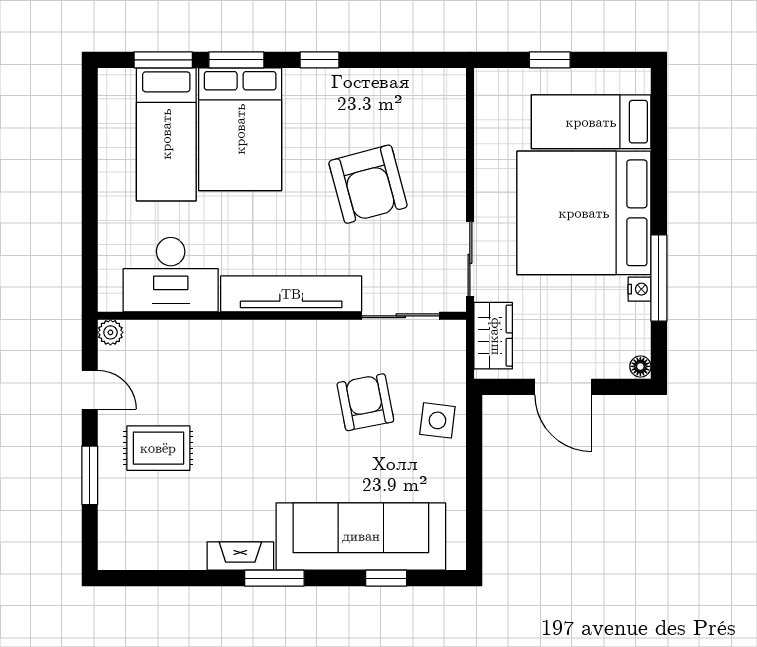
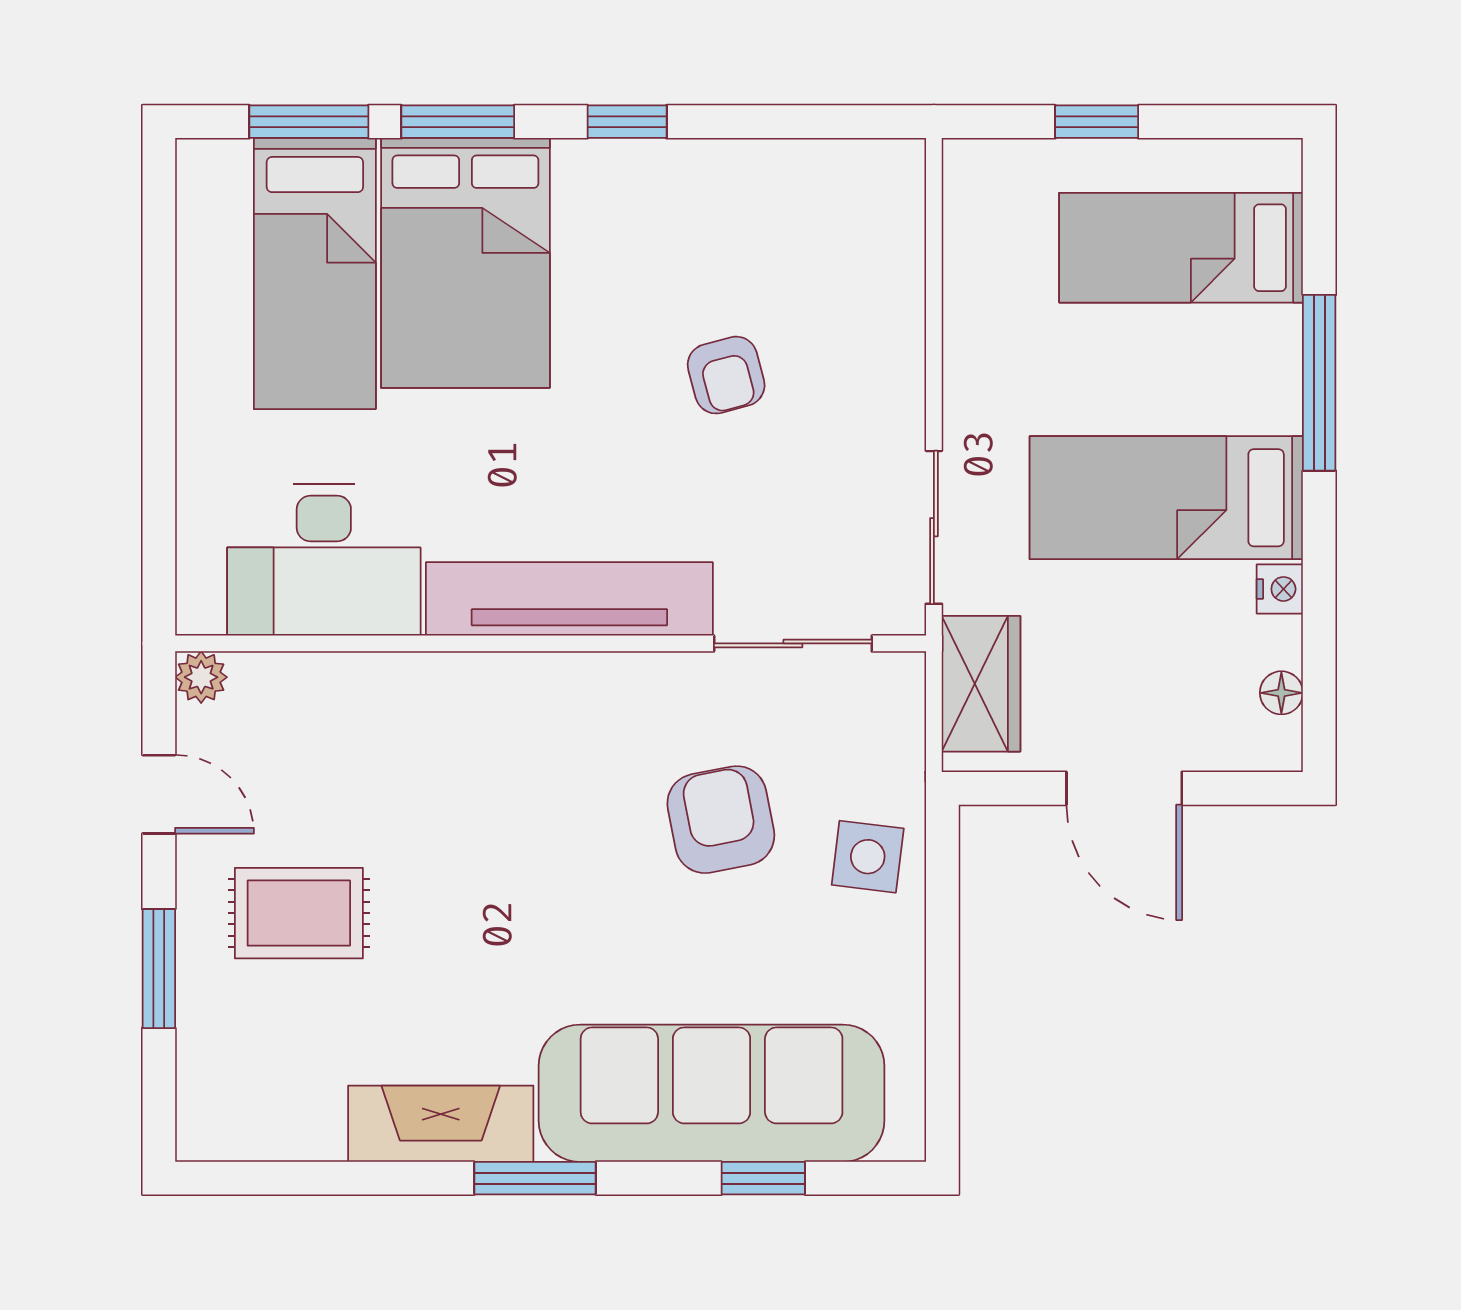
armchair: (368, 184) -> (726, 375), width x0.53, depth x0.53
bed: (584, 213) -> (1166, 498), width x0.49
window: (659, 278) -> (1319, 383), moved
floor lamp: (640, 366) -> (1281, 693), moved
fireplace: (240, 556) -> (441, 1124), width x1.37, depth x1.32

